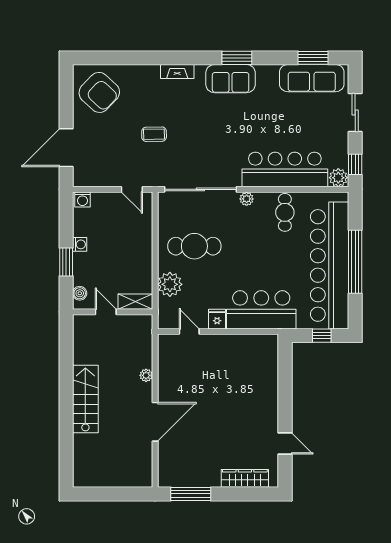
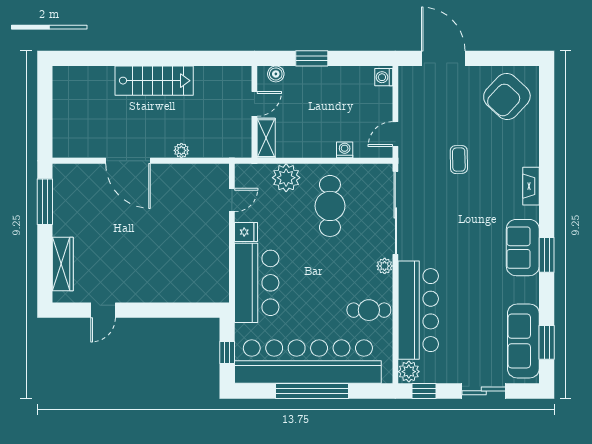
washing machine: (80, 244) -> (345, 150), moved, turned 180

